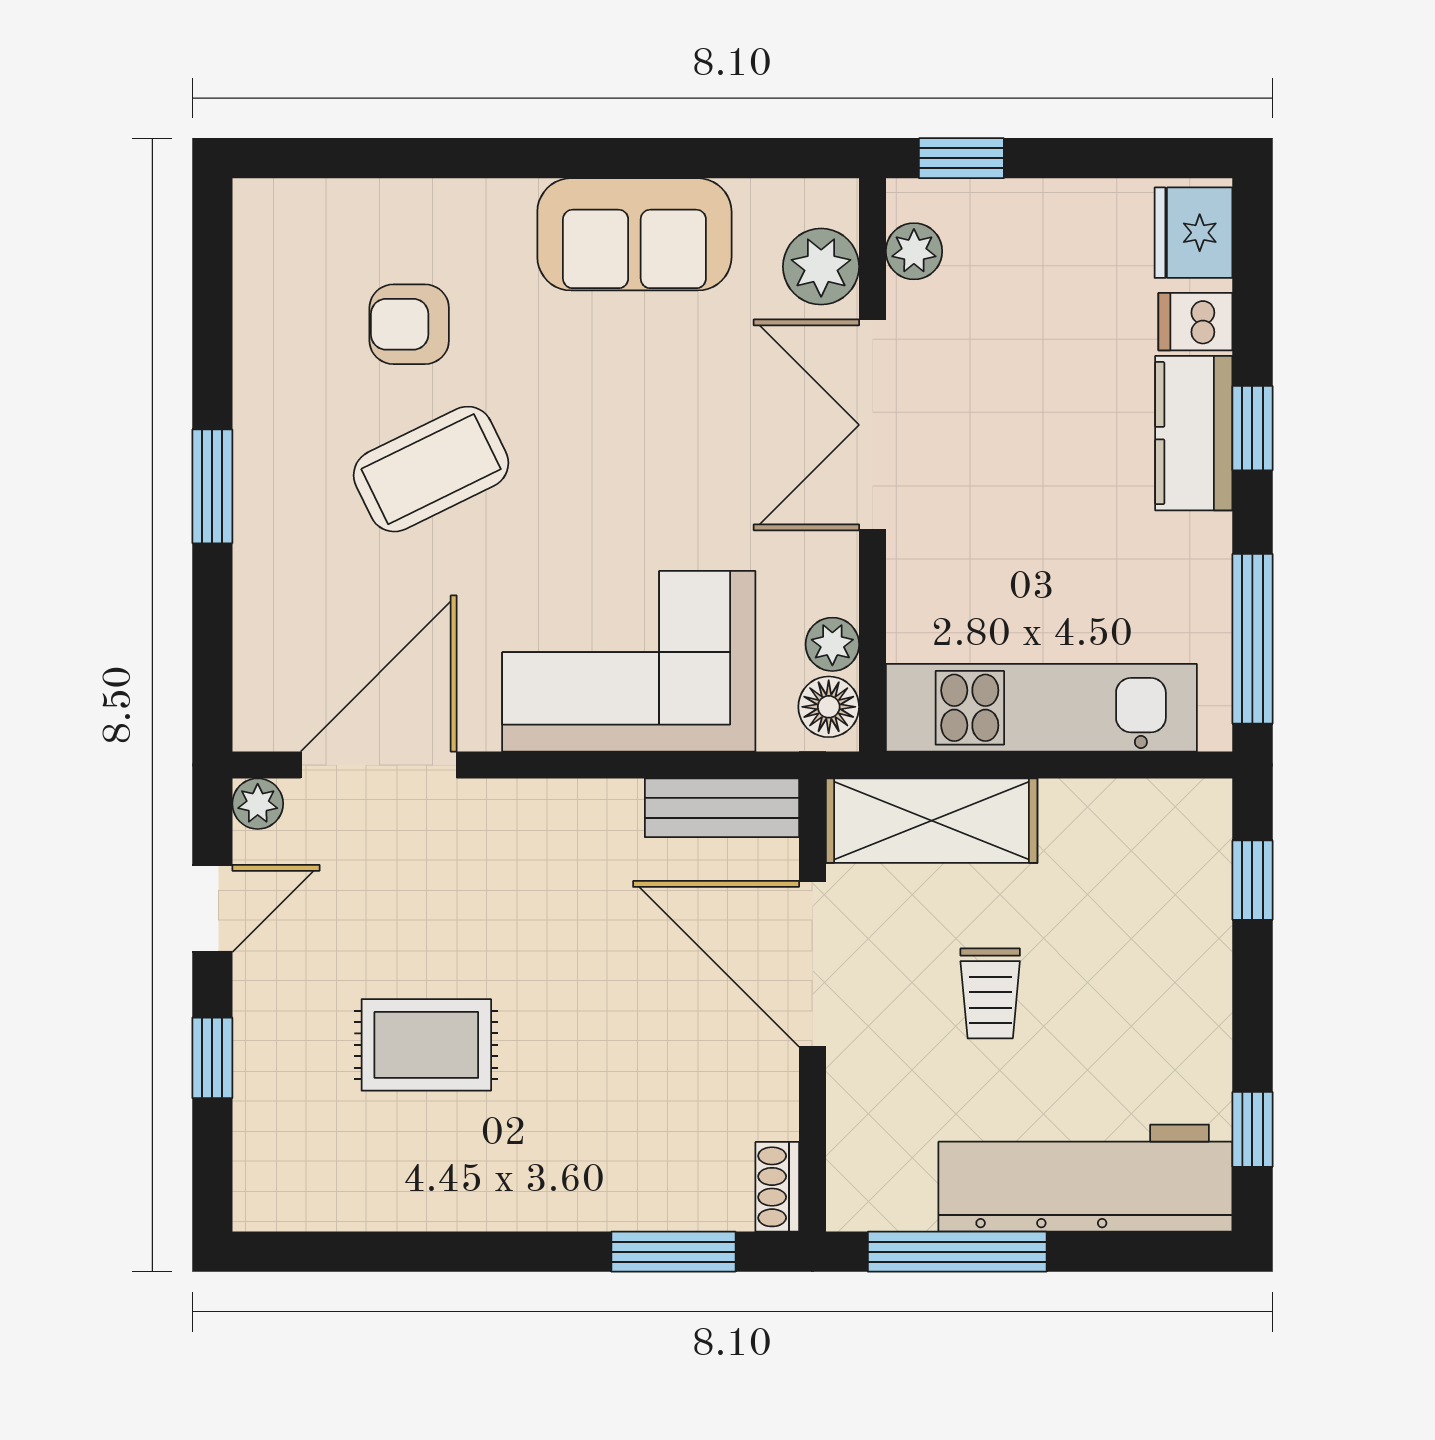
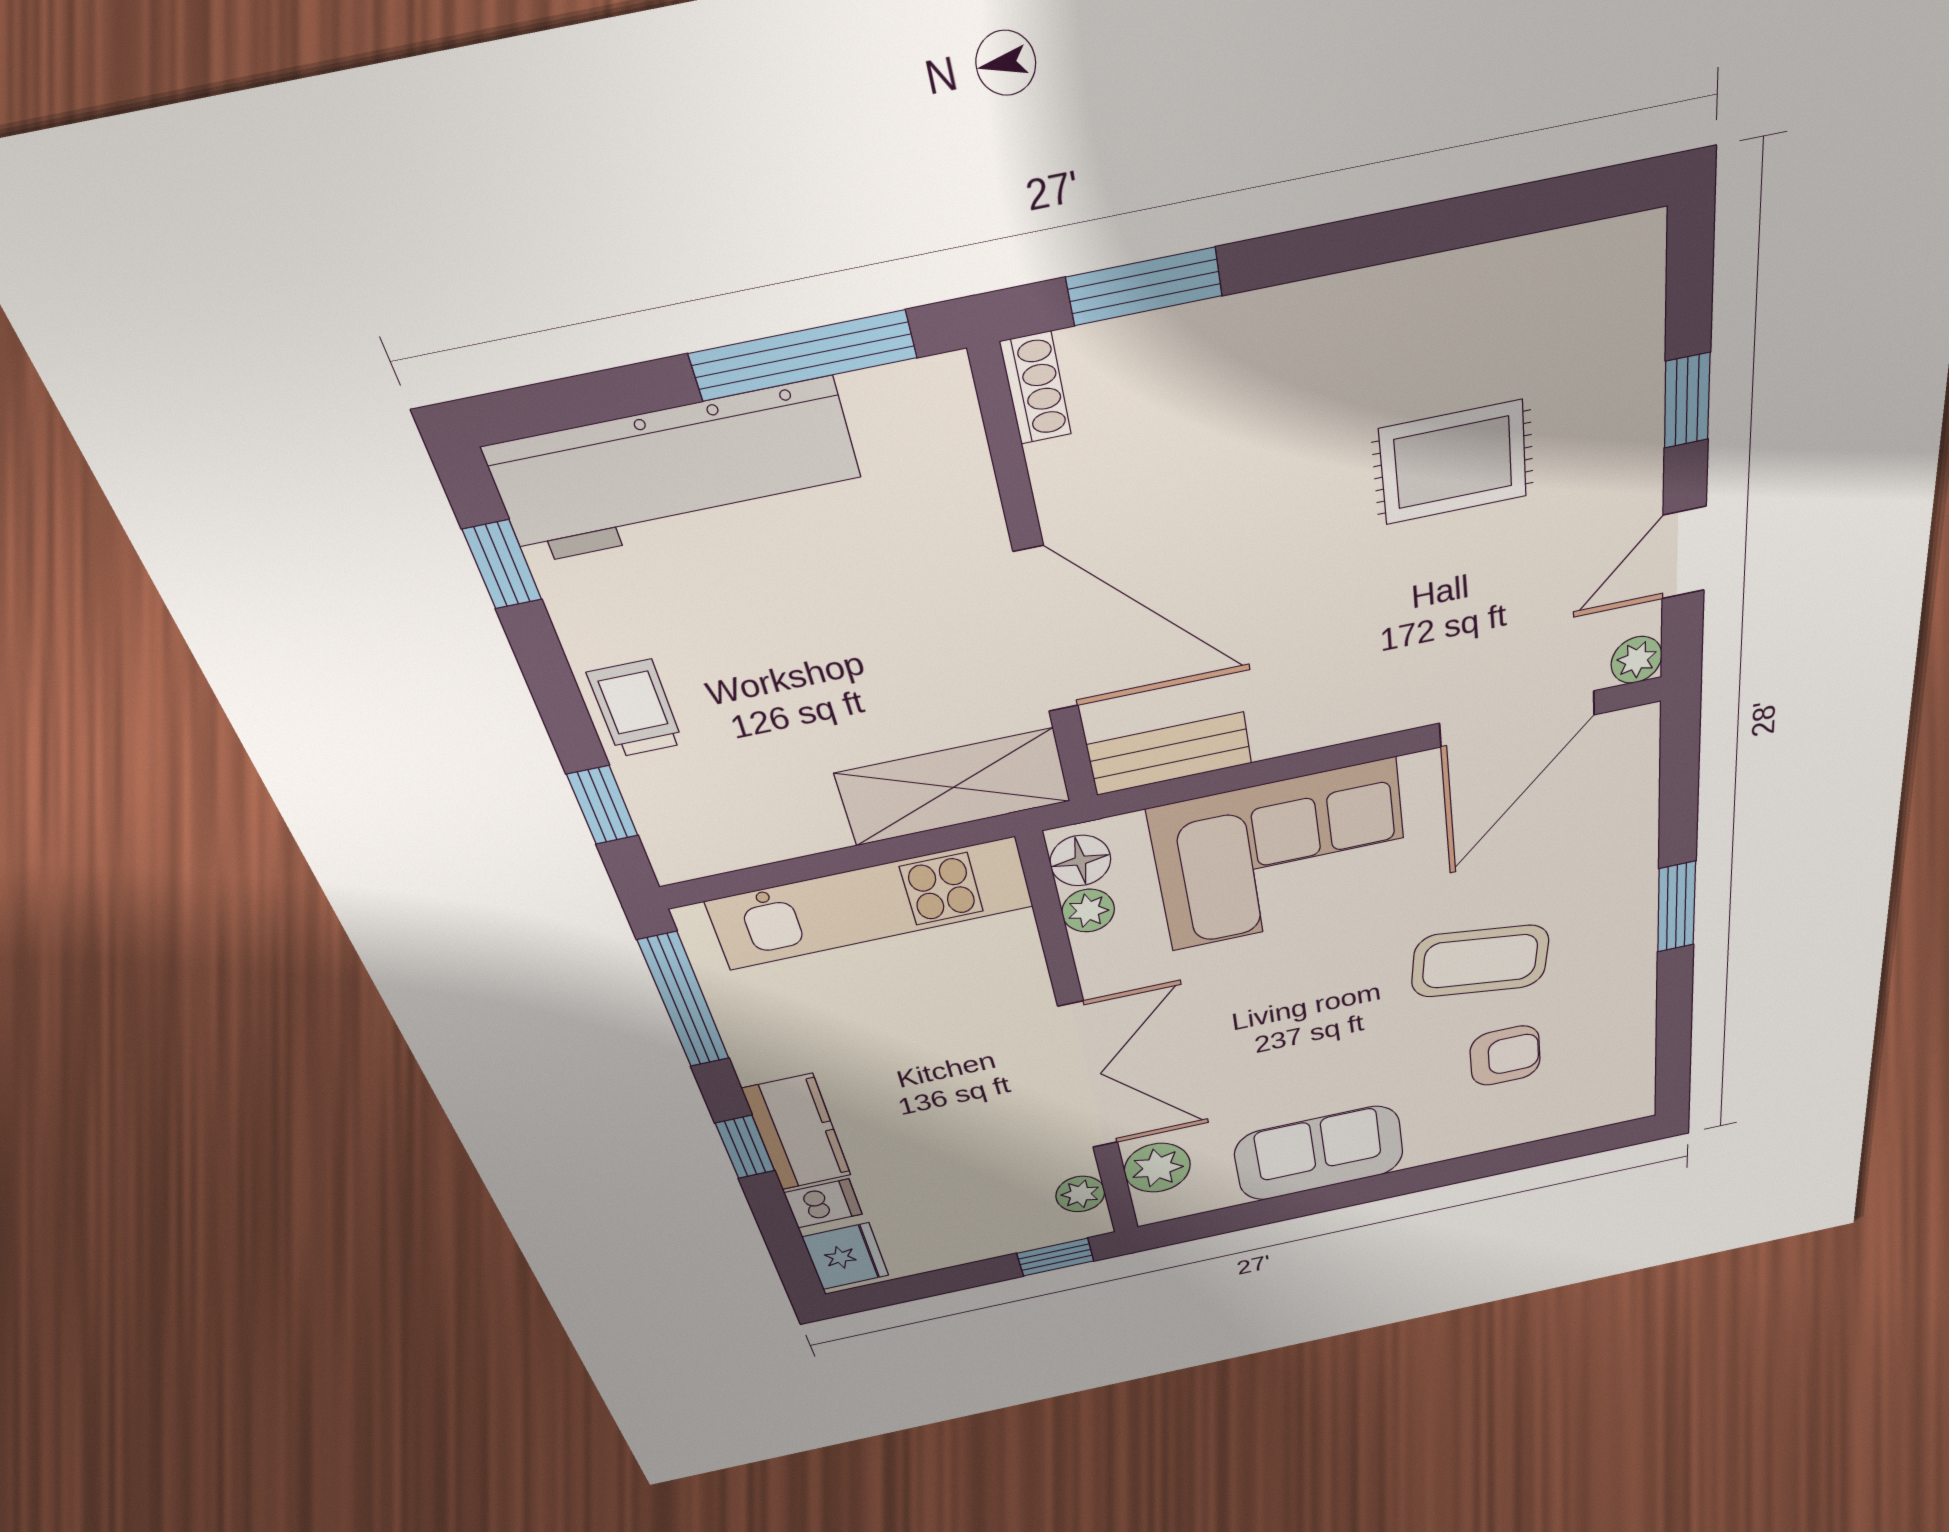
coffee table: (431, 469) -> (1480, 961), turned 34
trolley: (990, 993) -> (635, 709), moved

